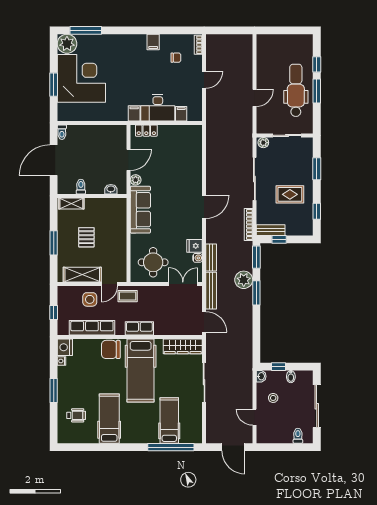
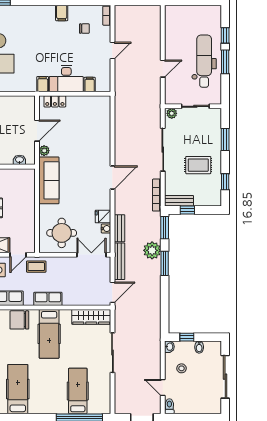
door: (204, 322) -> (112, 292), hinge flipped
hospital bed: (141, 371) -> (49, 334), width x0.73, depth x0.78
toilet: (298, 436) -> (169, 406), moved

